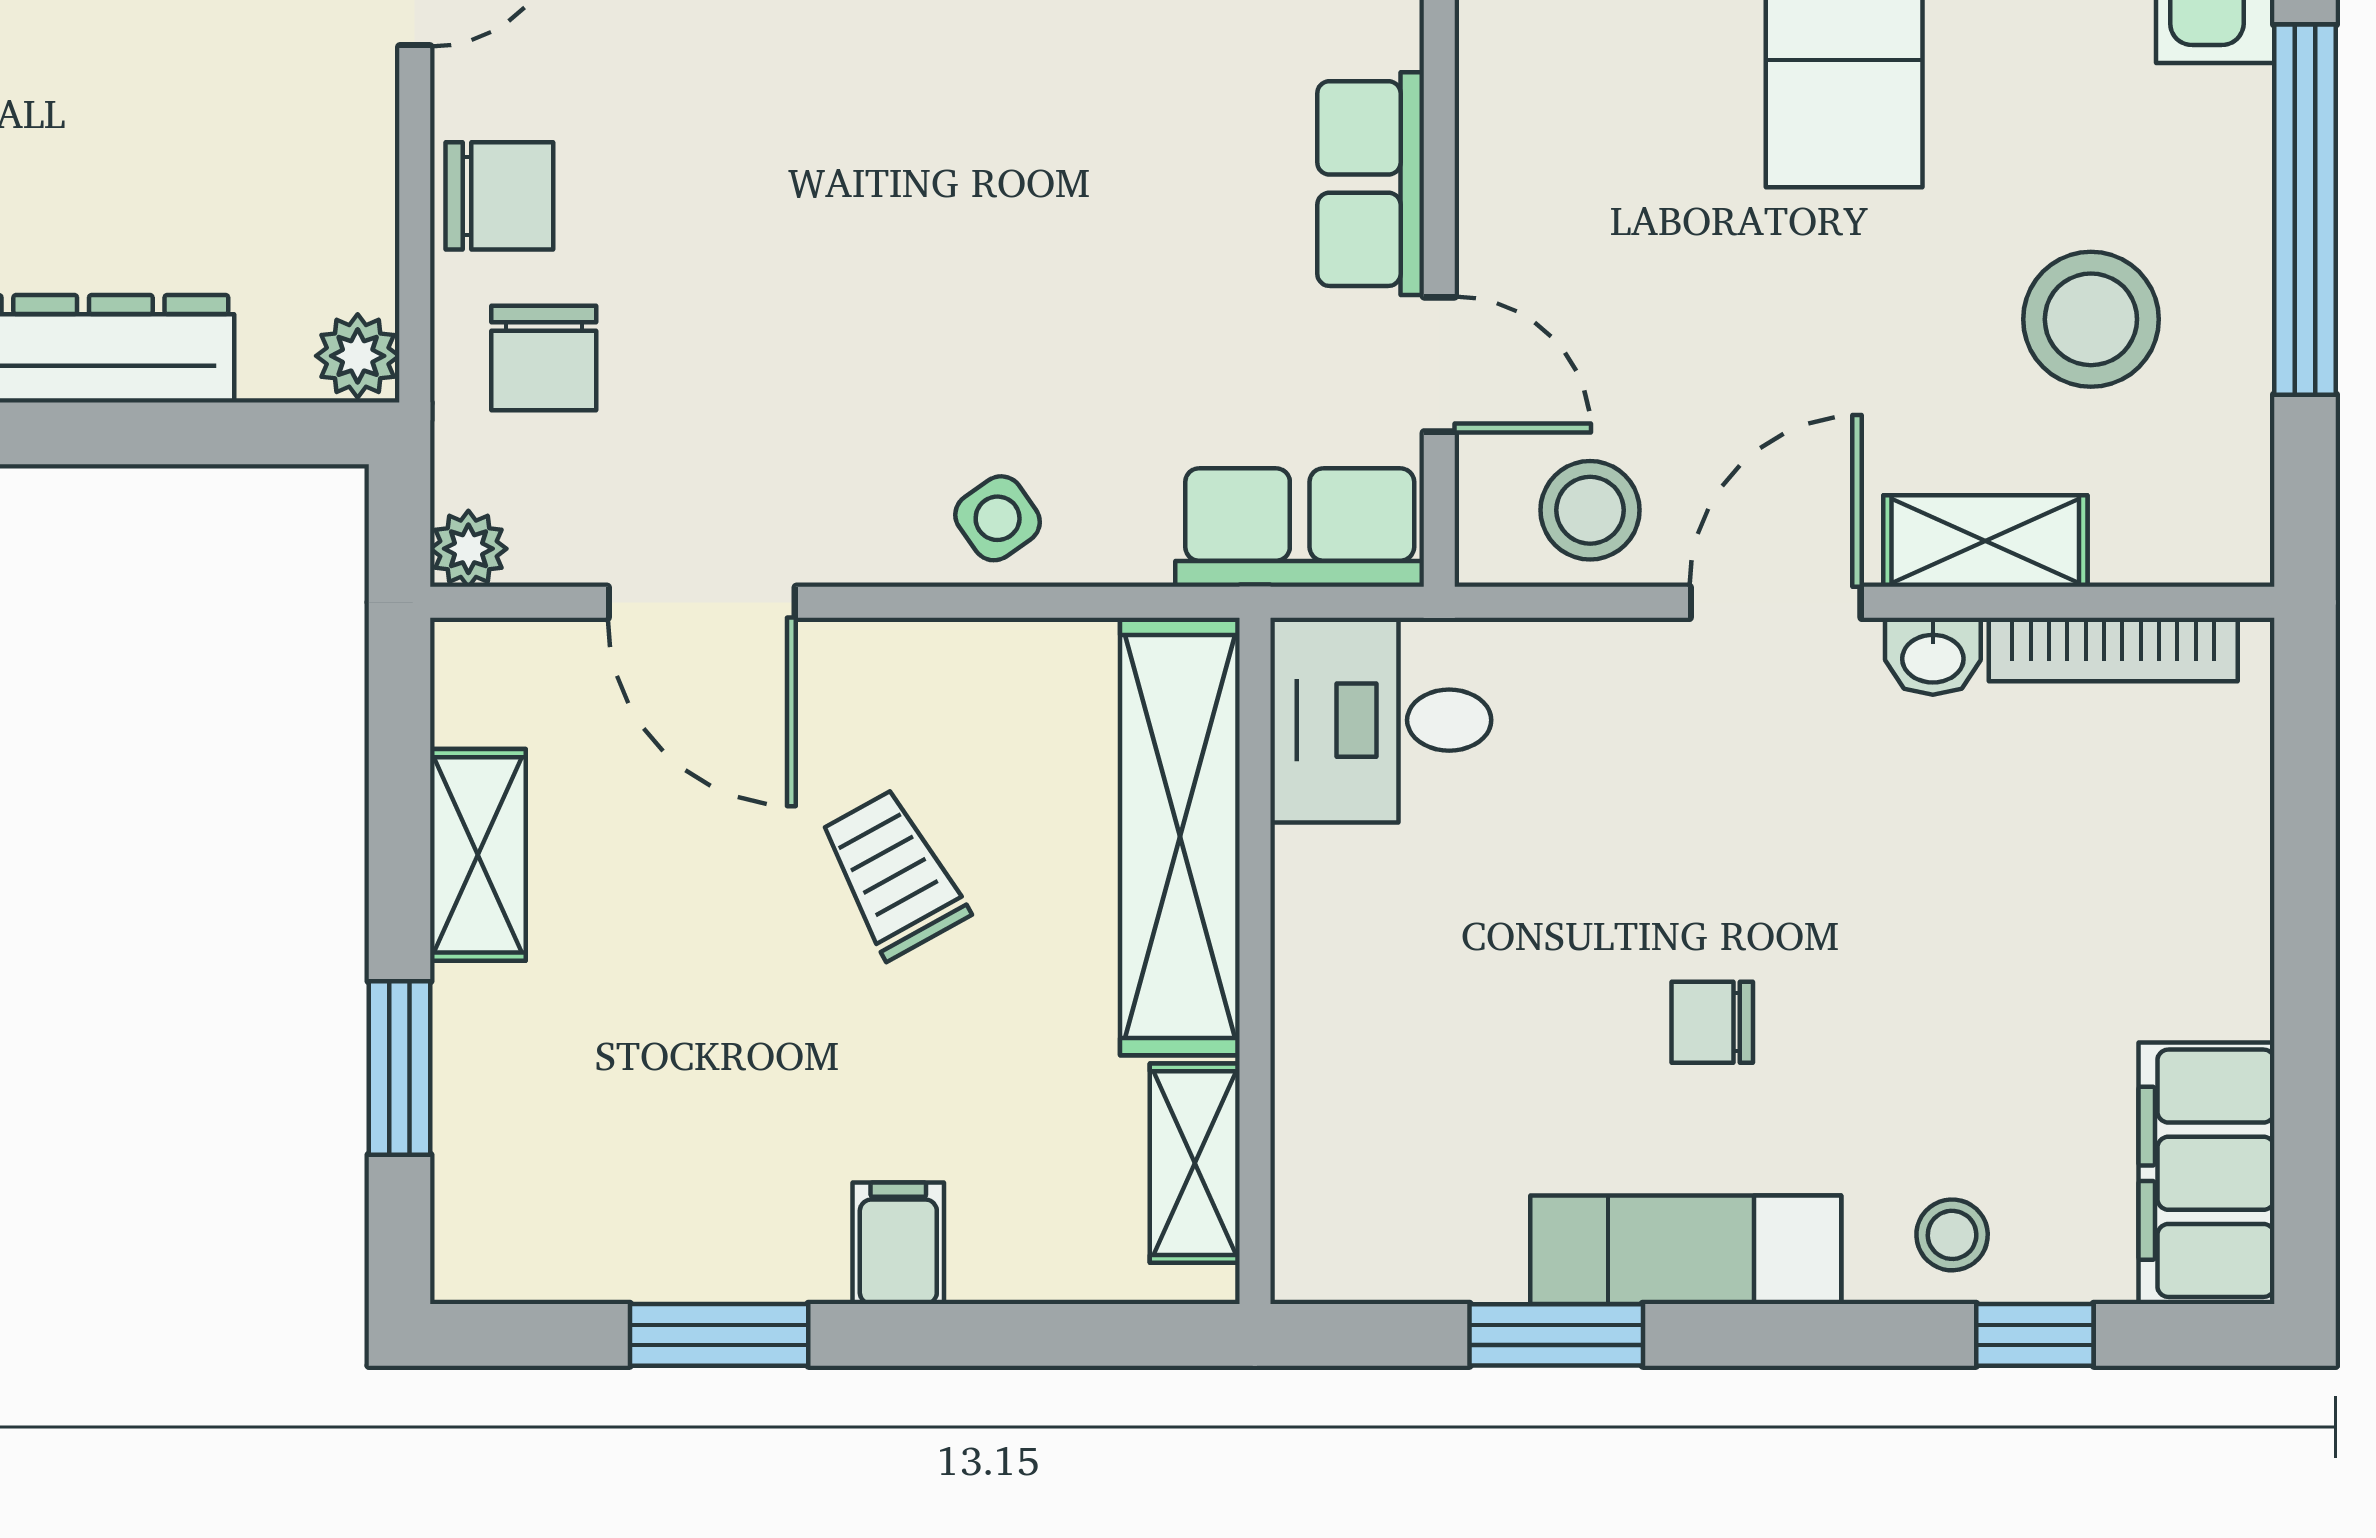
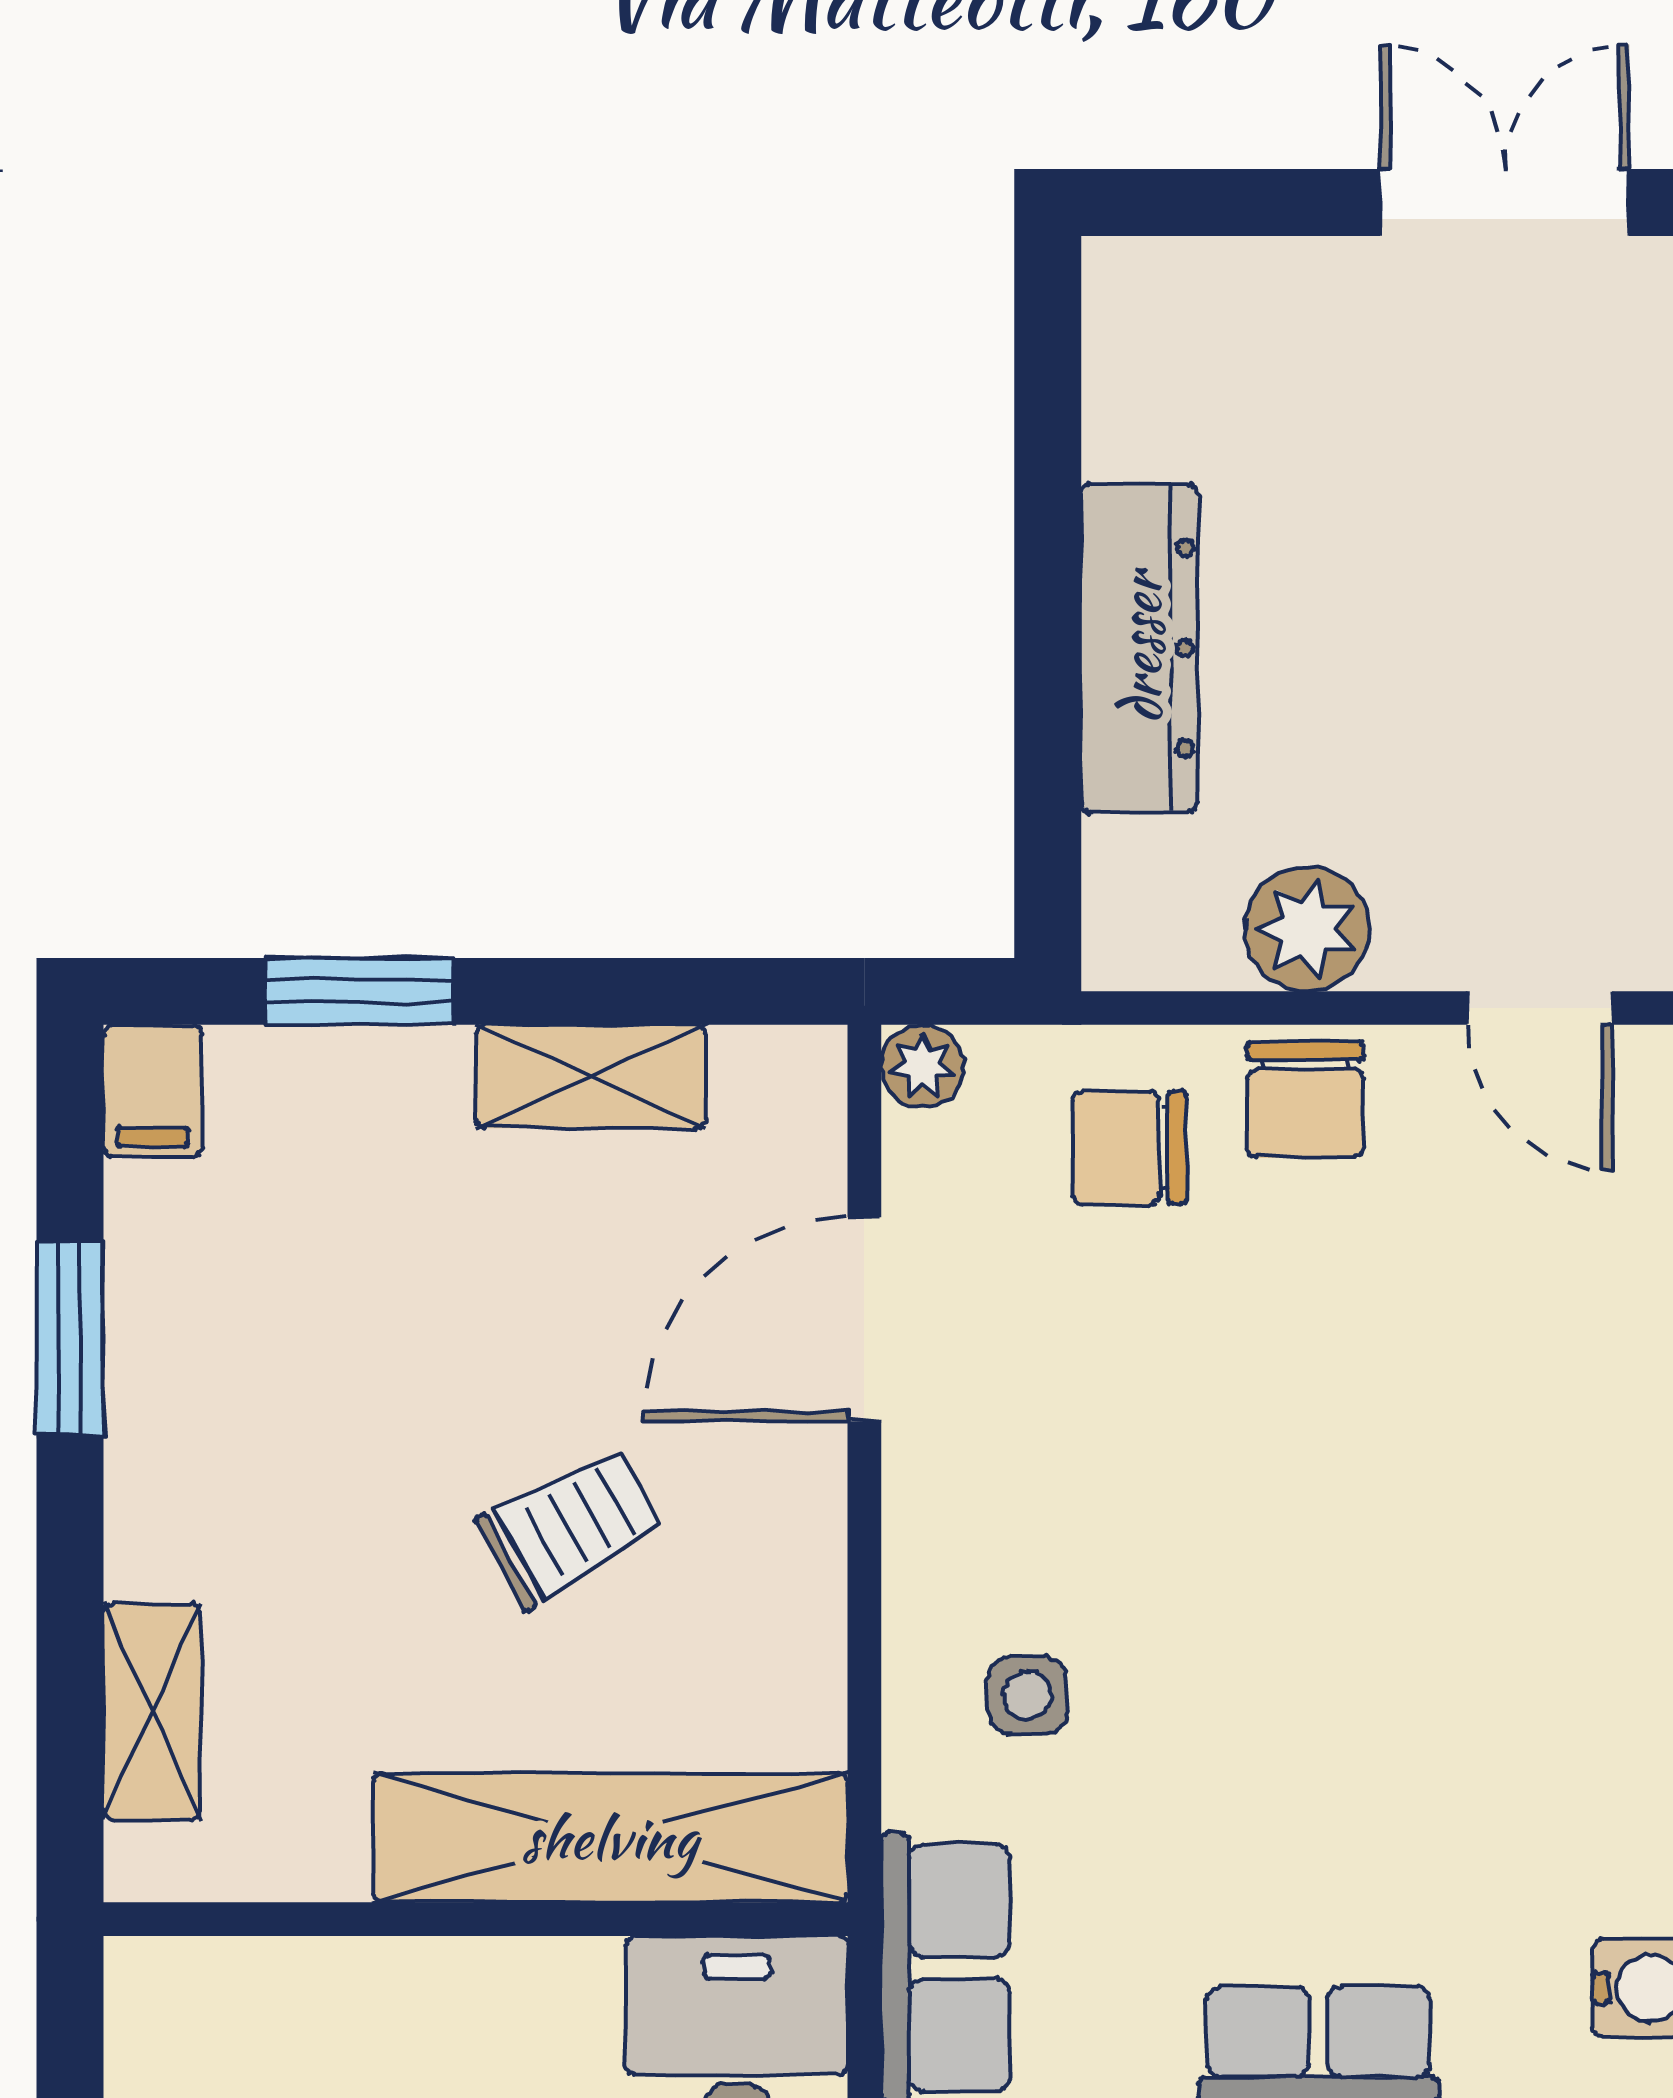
plant: (358, 356) -> (1307, 929), moved, width x1.38, depth x1.38
side table: (998, 518) -> (1027, 1695), moved, turned 35
shelving: (1195, 1163) -> (152, 1711), moved, turned 90
filing cabinet: (898, 1243) -> (153, 1091), moved, turned 90

